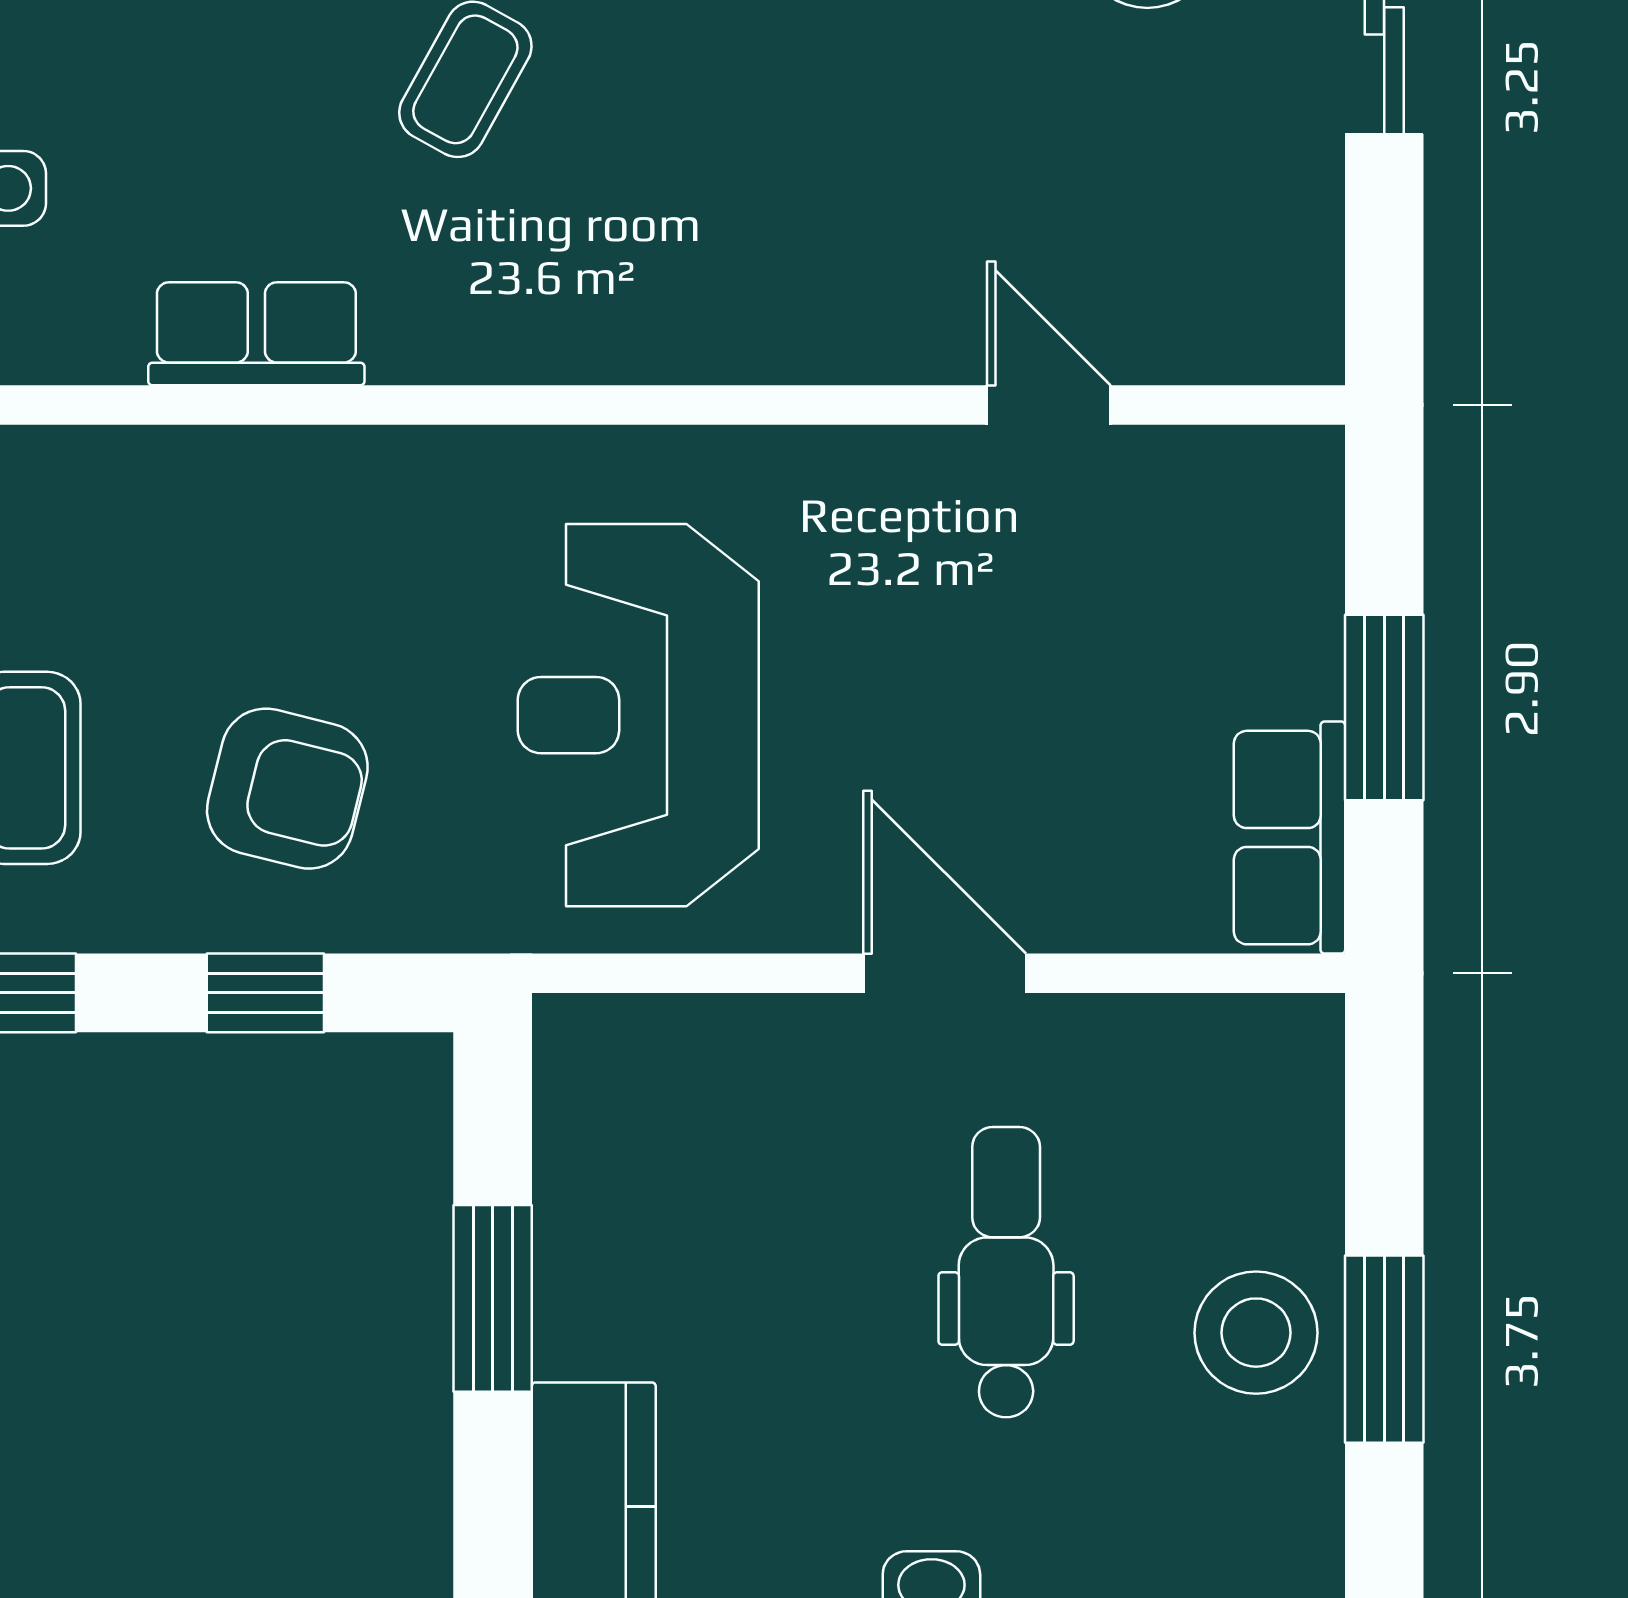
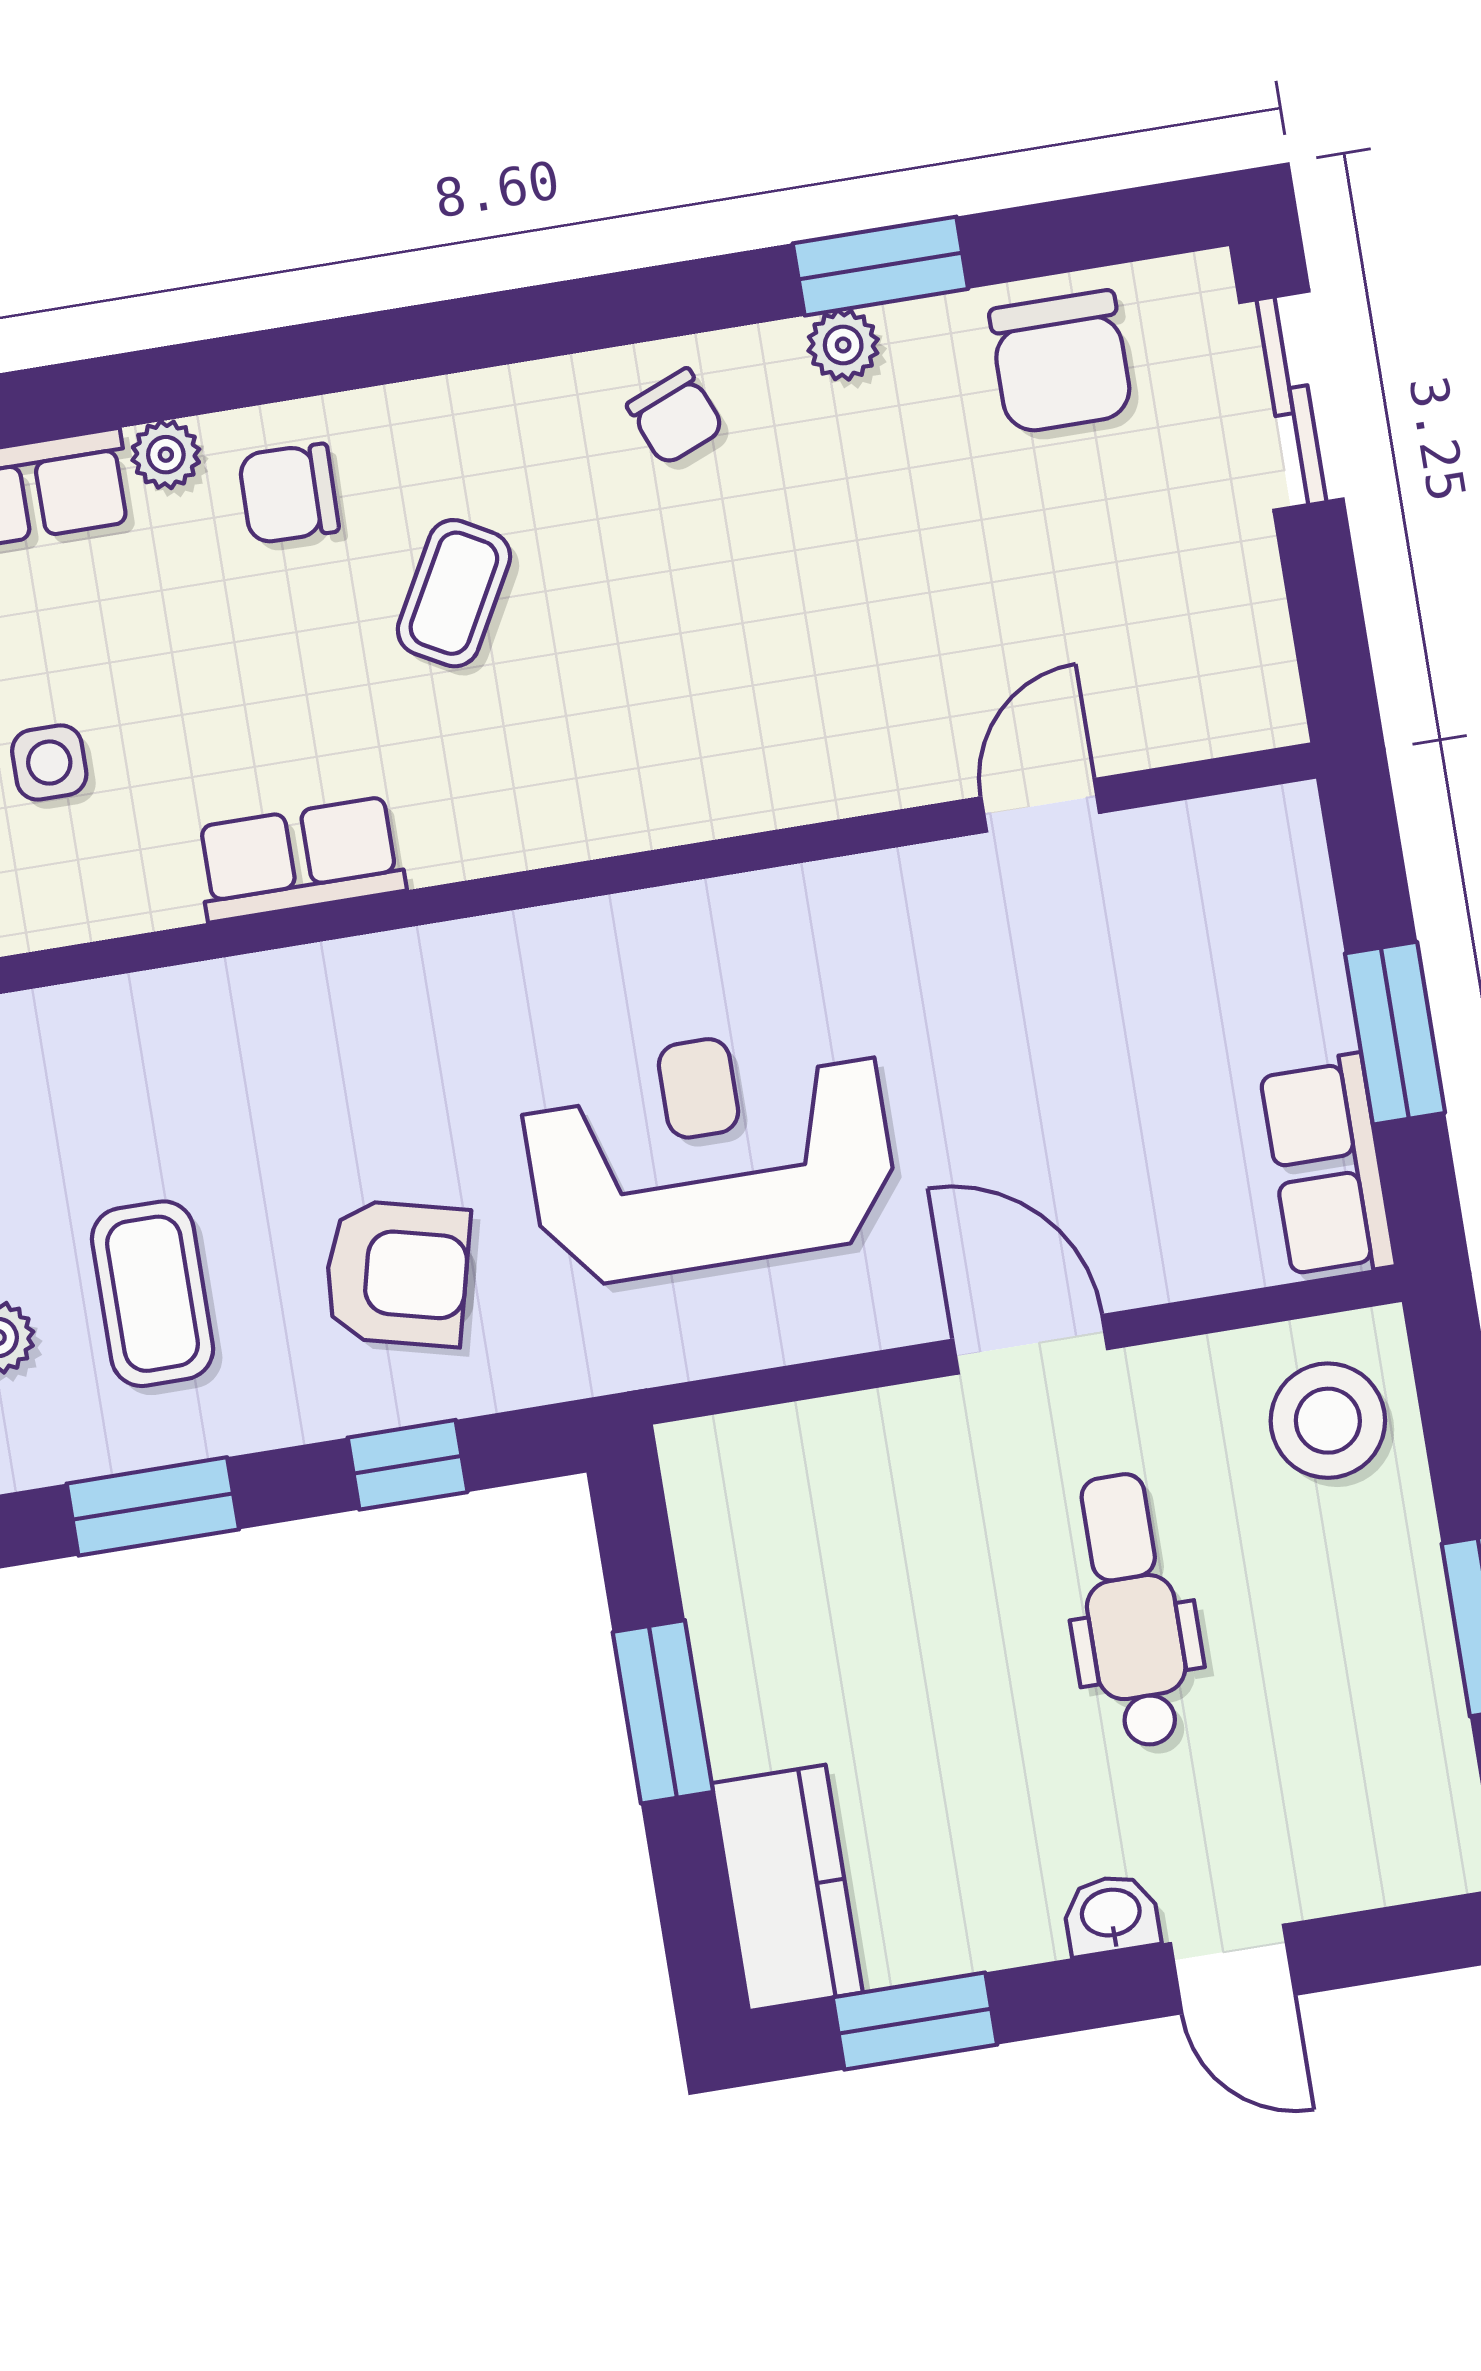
door: (1049, 405) -> (1040, 805), hinge flipped
reception desk: (638, 715) -> (709, 1153), turned 90
stool: (1256, 1333) -> (1328, 1421), moved

